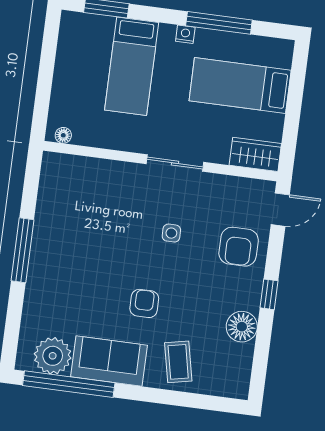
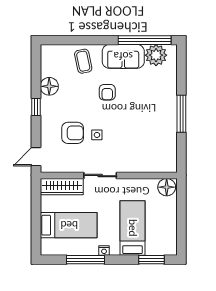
floor lamp: (63, 135) -> (167, 187), width x1.89, depth x1.89
wardrobe: (255, 154) -> (62, 187), width x1.50
armchair: (239, 247) -> (73, 133), moved, turned 90

